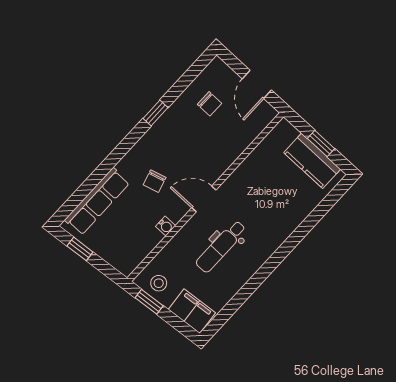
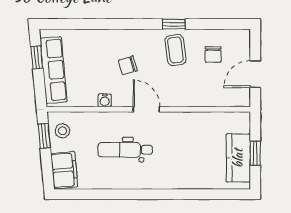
coffee table: (178, 131) -> (175, 50), added
row of seats: (97, 201) -> (54, 70), moved, turned -95

